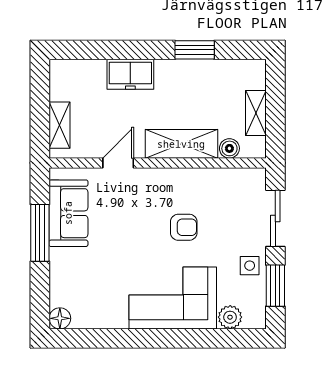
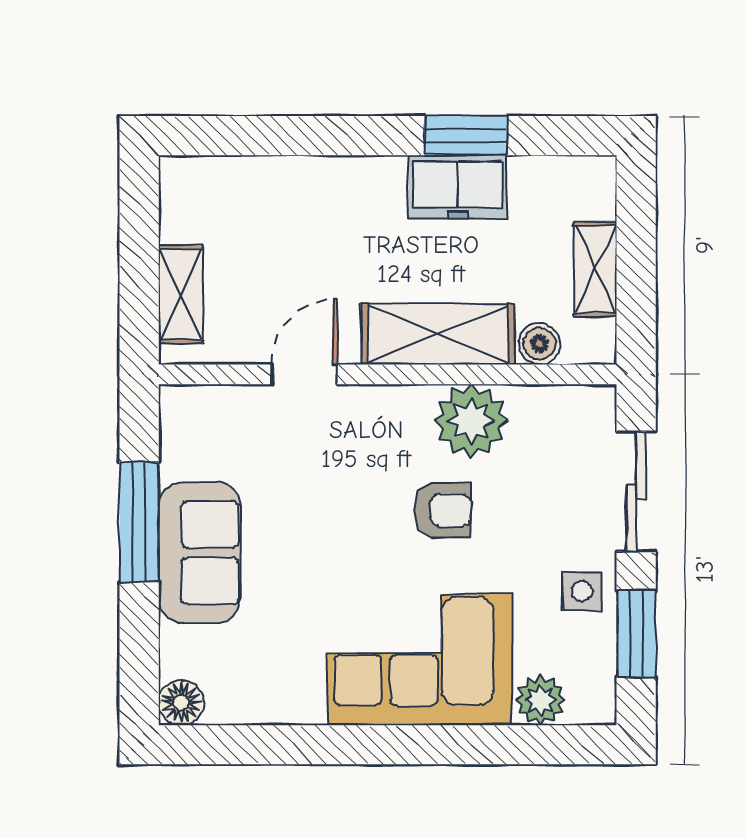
freezer: (130, 74) -> (458, 187), moved
plant: (197, 185) -> (471, 421), added
sofa: (68, 213) -> (199, 552), moved

